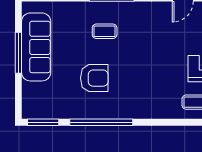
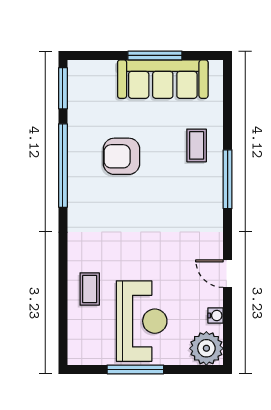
coffee table: (105, 31) -> (197, 145), moved
armchair: (94, 78) -> (121, 156), turned 90

